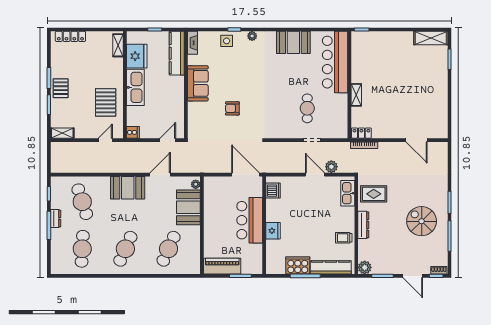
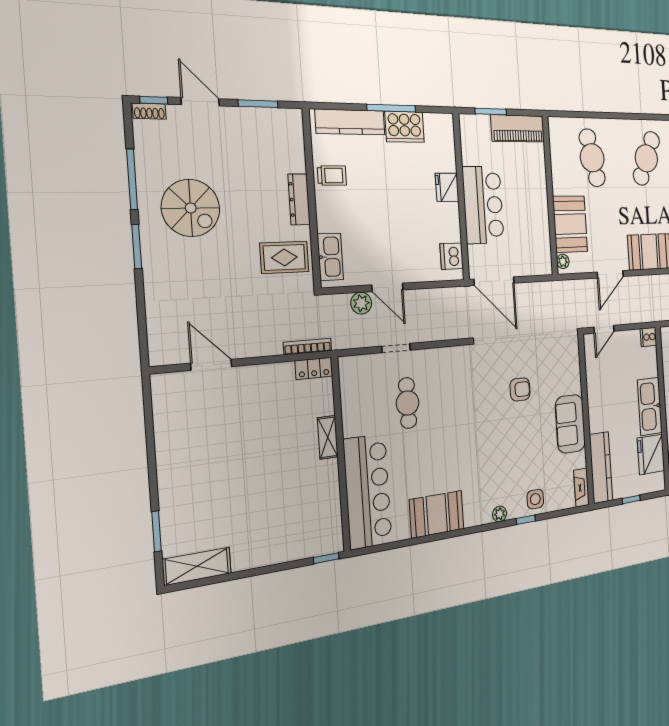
cafe table: (169, 249) -> (592, 158), turned -36
plant: (365, 267) -> (291, 120), removed

